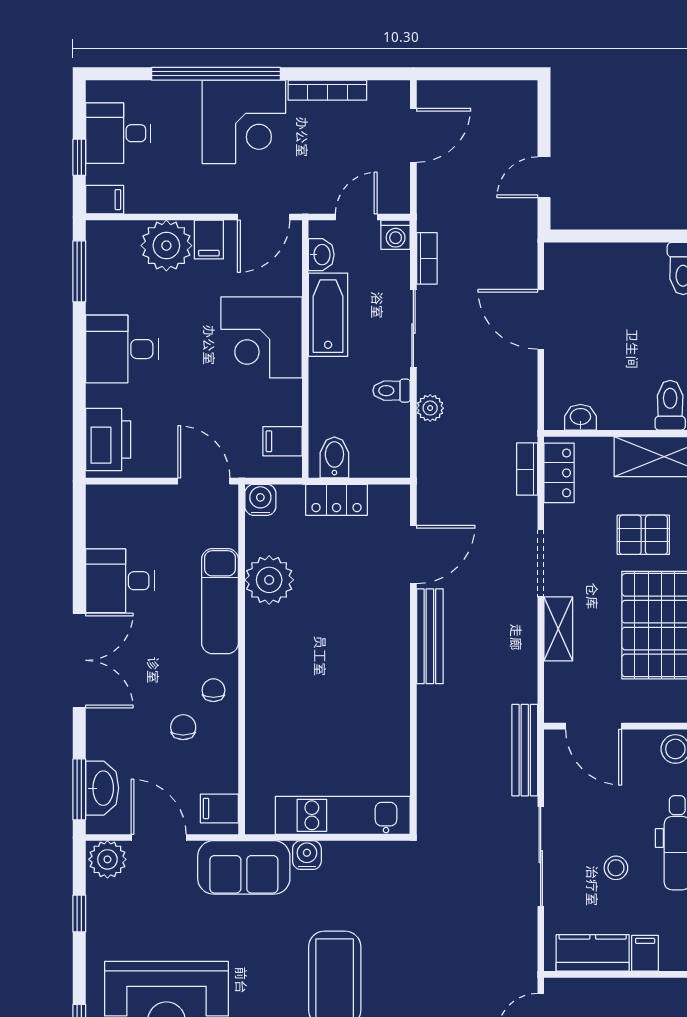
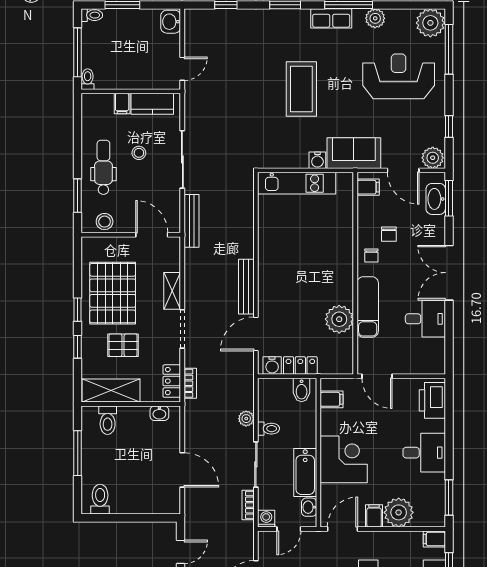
water cooler: (260, 500) -> (272, 366), moved

